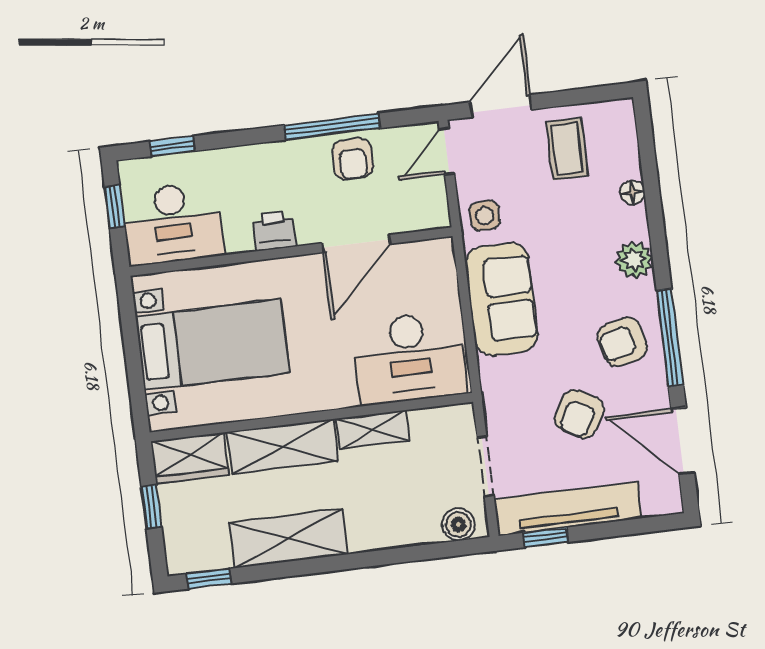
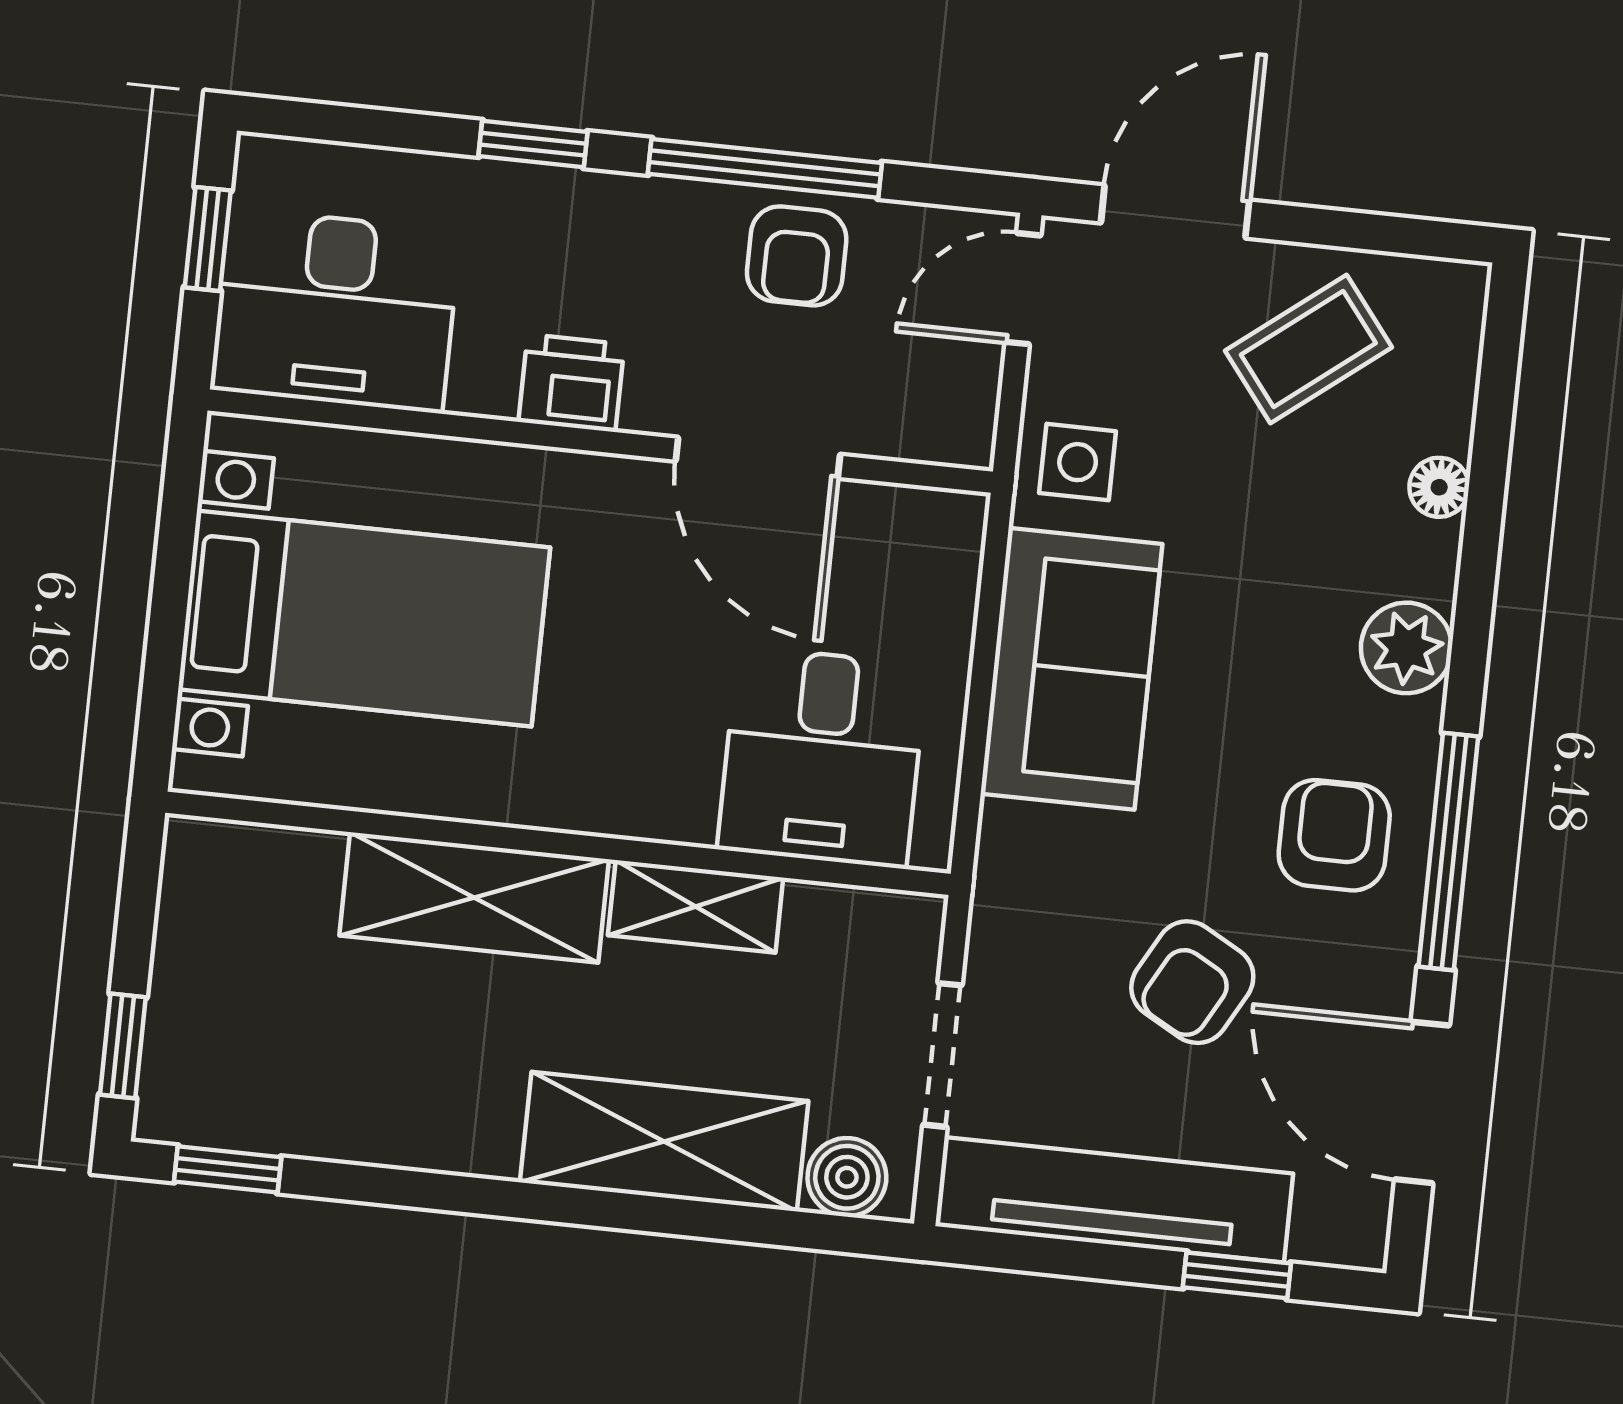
window: (172, 146) -> (533, 144), moved
coffee table: (567, 149) -> (1308, 349), turned 52
door: (356, 244) -> (758, 458), hinge flipped
armchair: (622, 342) -> (1334, 835), turned 105
desk: (410, 358) -> (822, 757), width x0.73
wardrobe: (190, 458) -> (249, 874), removed
window: (151, 507) -> (123, 1046), moved
window: (546, 537) -> (1237, 1275), moved
shelving: (288, 539) -> (664, 1142), moved

